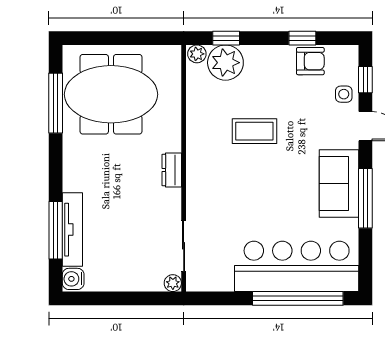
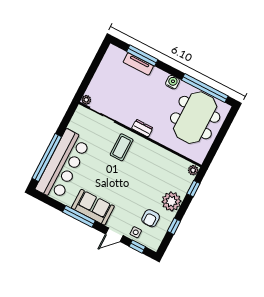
armchair: (310, 61) -> (151, 218), moved
plant: (225, 63) -> (171, 201), moved
window: (56, 103) -> (205, 88), width x1.46
coffee table: (254, 131) -> (122, 147), moved
tv unit: (72, 230) -> (138, 64), width x0.71
water cooler: (73, 279) -> (172, 82), moved

